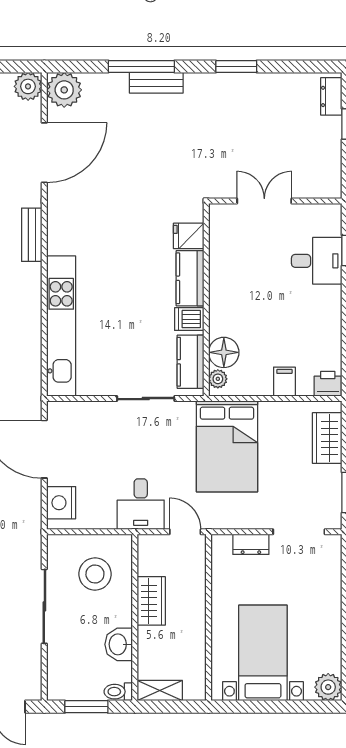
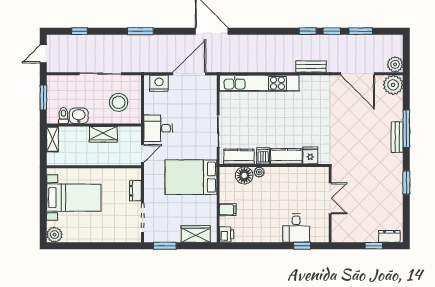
plant: (218, 379) -> (259, 172), moved
toilet: (118, 692) -> (63, 116), moved

